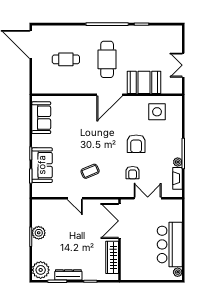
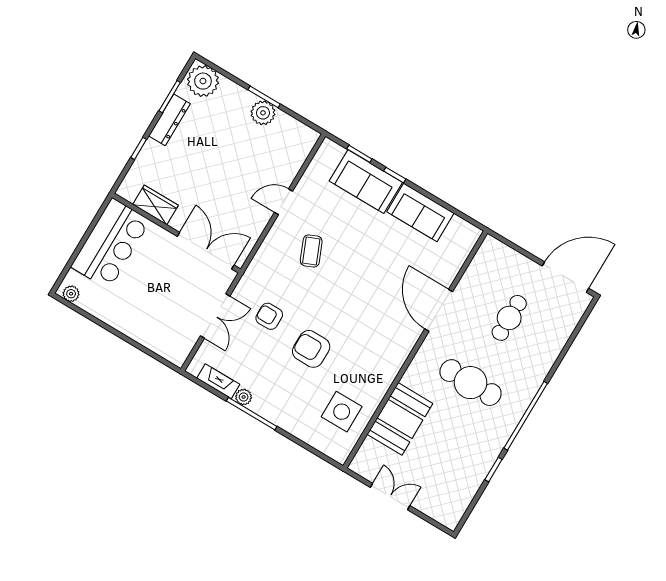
door: (110, 95) -> (439, 310), moved
sofa: (41, 118) -> (420, 212), moved
bar counter: (170, 244) -> (111, 244), moved, turned 90
wardrobe: (112, 257) -> (156, 205), width x0.67

